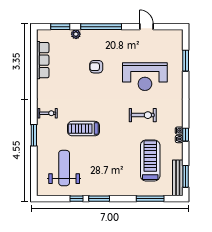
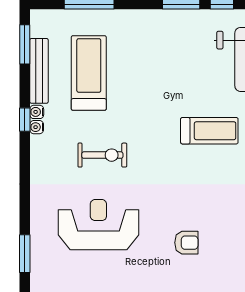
exercise bike: (143, 115) -> (102, 155), turned 180
treadmill: (150, 161) -> (89, 73), turned 180
bench: (178, 178) -> (39, 71), moved

